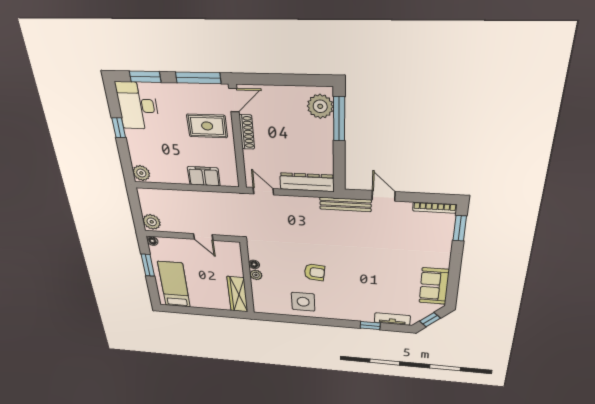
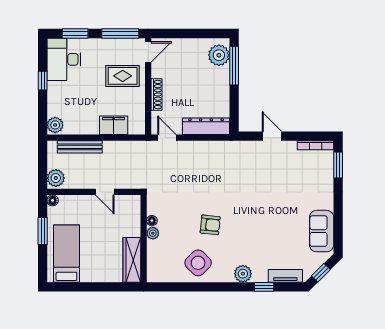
shoe rack: (247, 132) -> (157, 94), moved
bench: (345, 204) -> (80, 147), moved
side table: (303, 302) -> (198, 263), turned 45
plant: (349, 314) -> (243, 274), added

